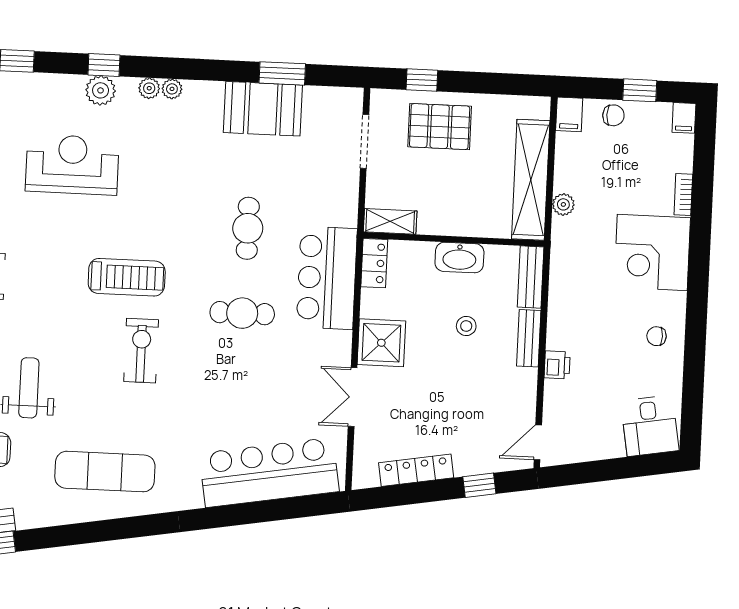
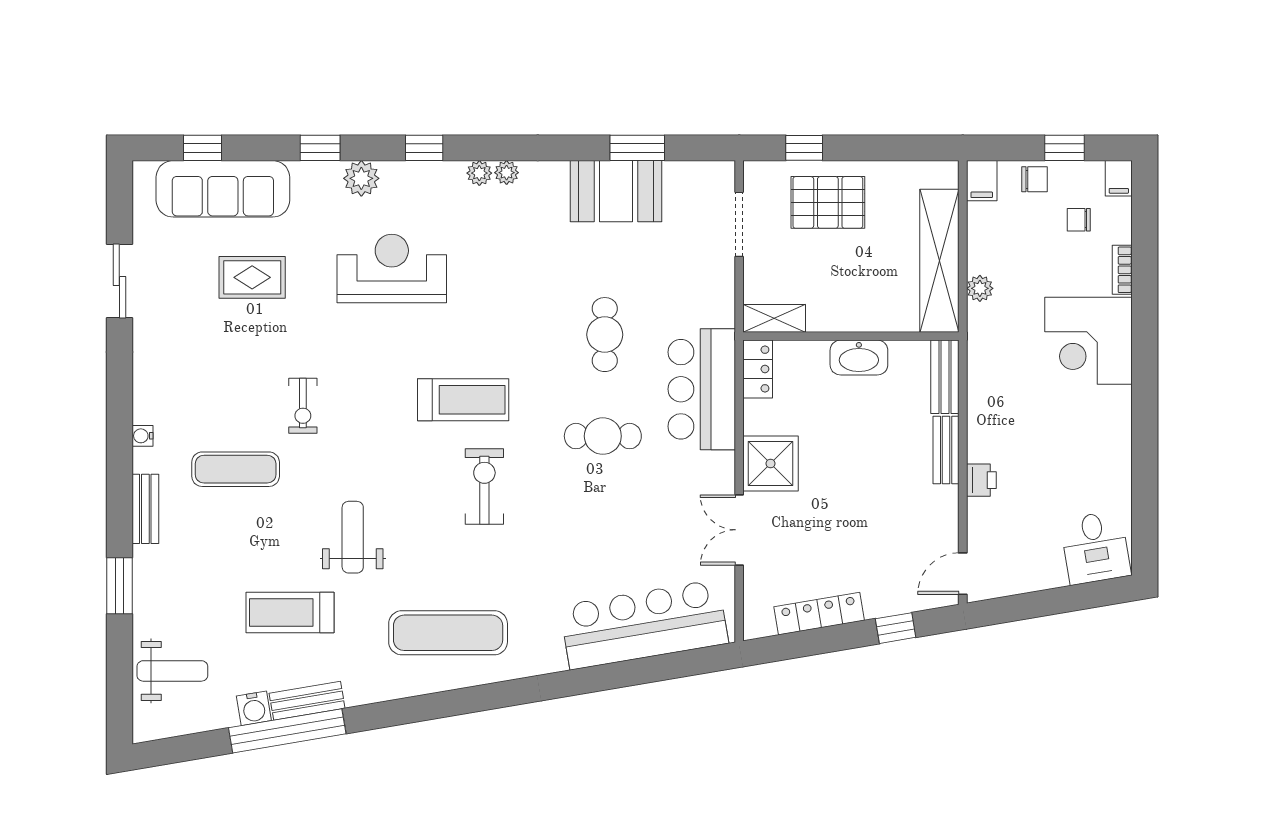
plant: (101, 90) -> (361, 178), moved
stool: (466, 326) -> (871, 439), removed
chair: (657, 336) -> (1079, 220), moved

